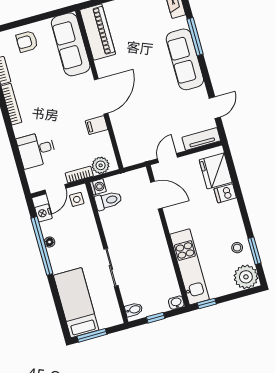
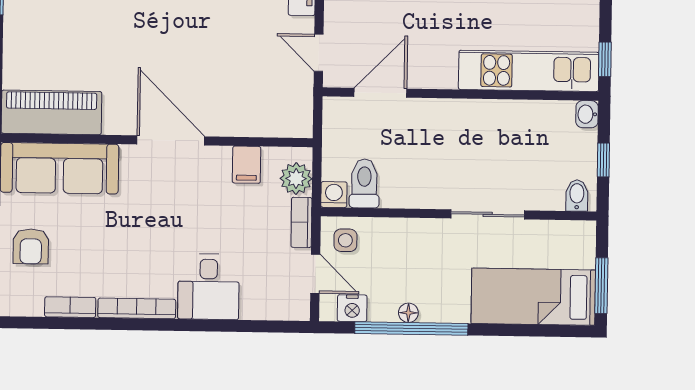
filing cabinet: (97, 125) -> (247, 165), moved
desk: (36, 150) -> (209, 287), moved

